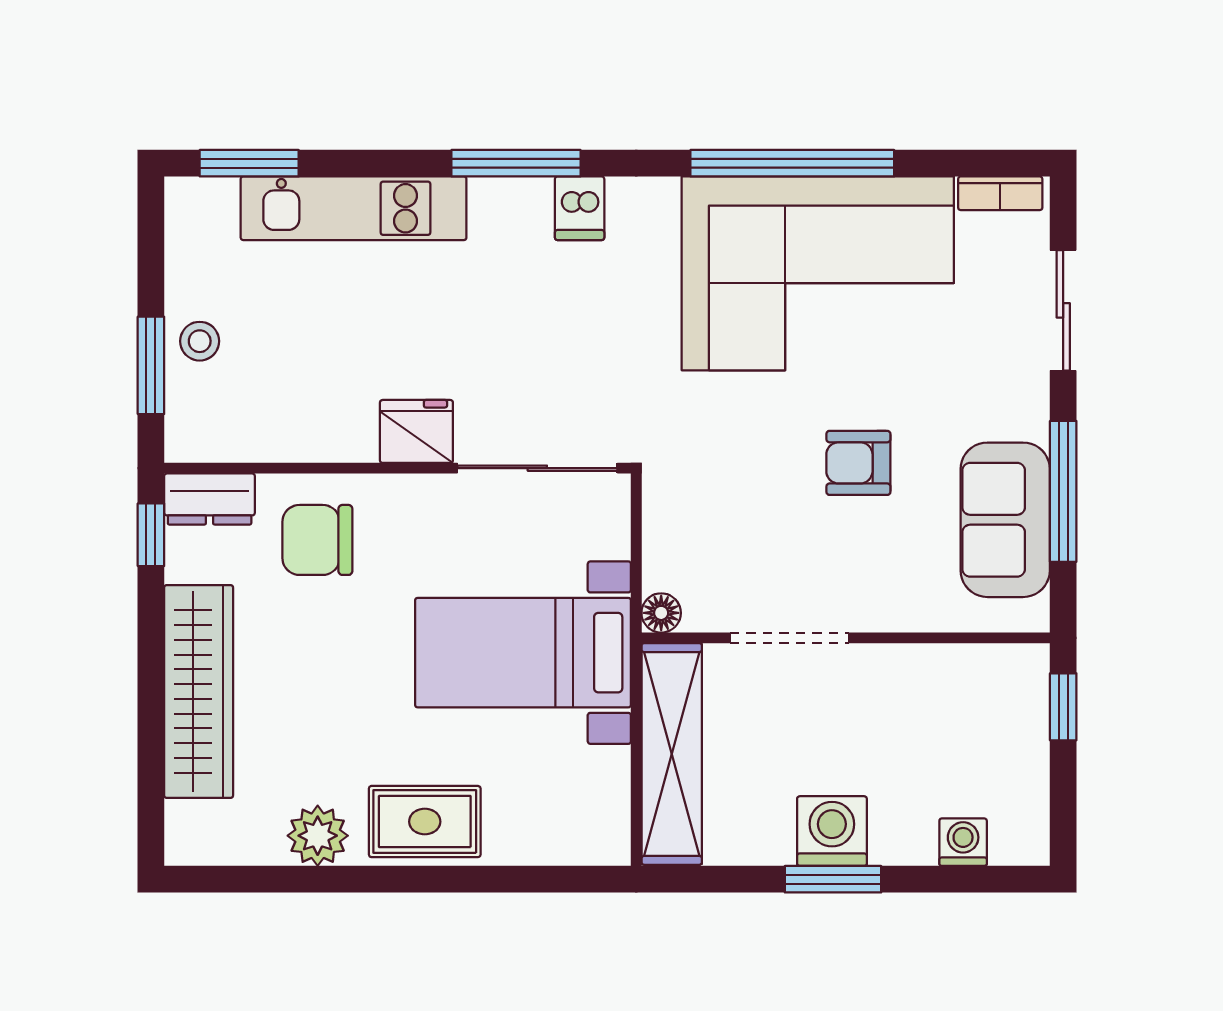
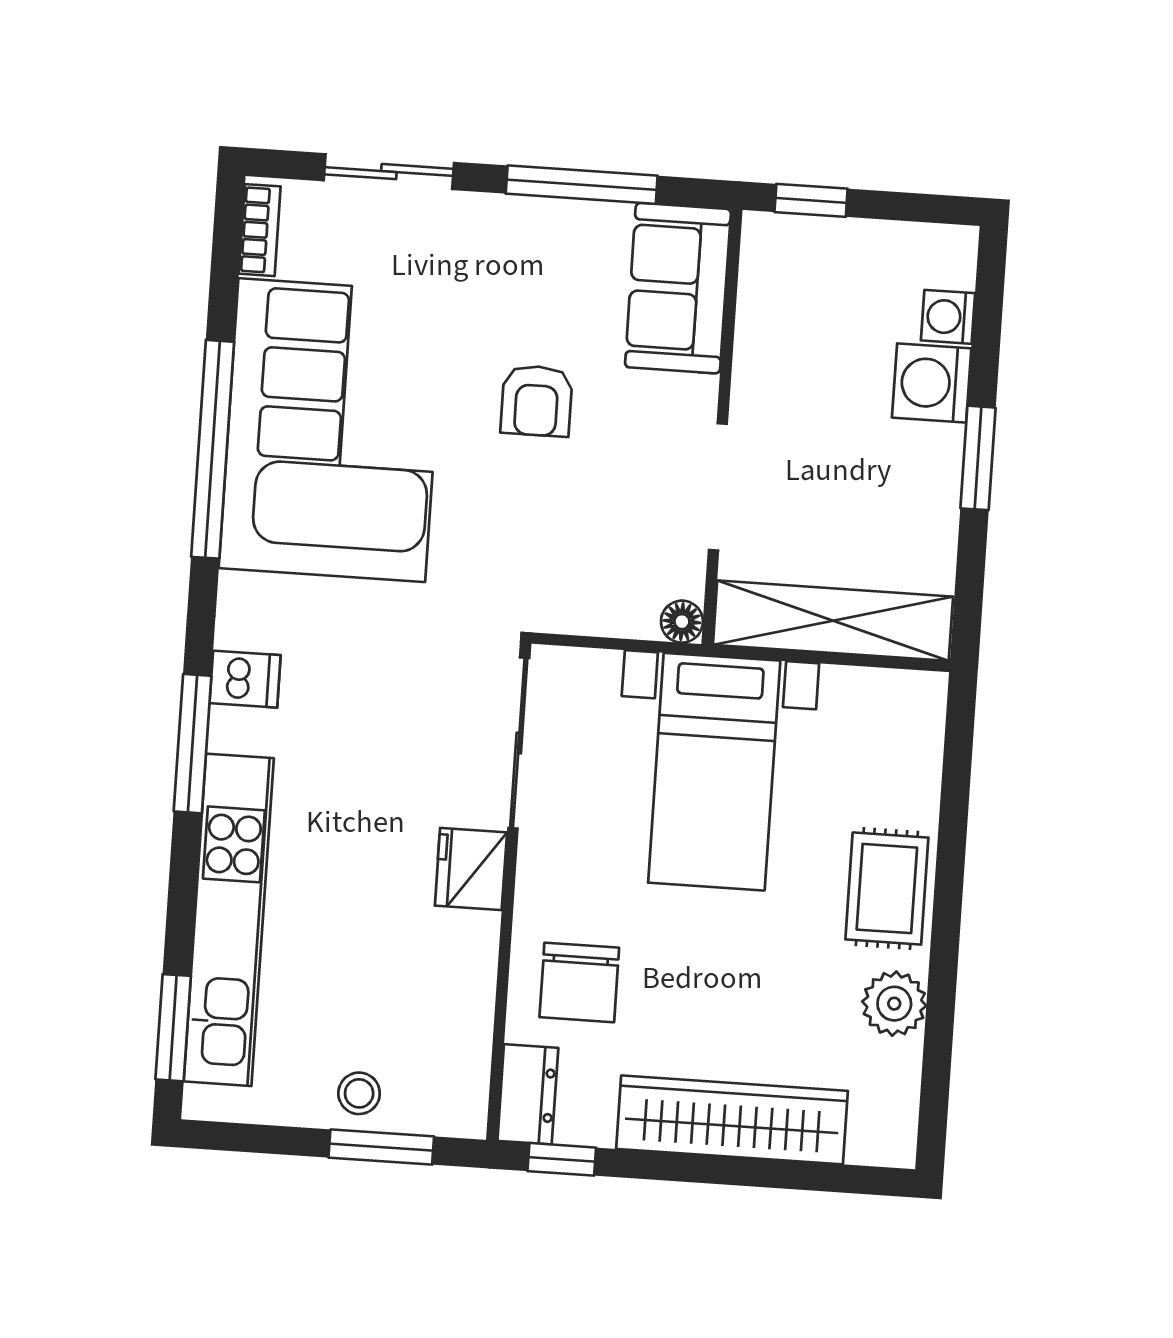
kitchen unit: (354, 208) -> (229, 920), width x1.36
sofa: (1005, 520) -> (678, 288), moved, turned 90
washing machine: (832, 831) -> (932, 383), moved

